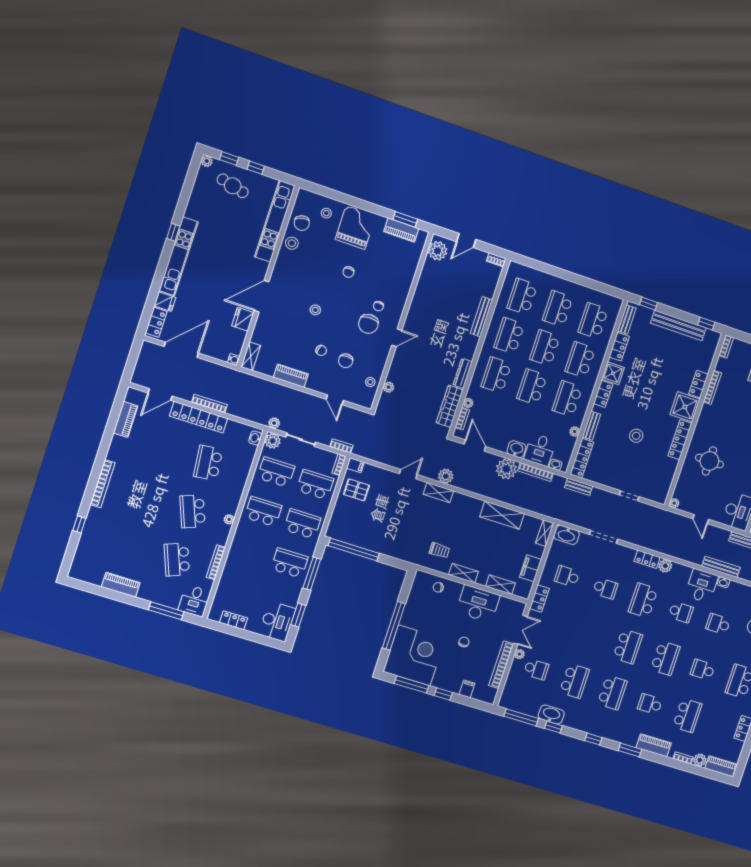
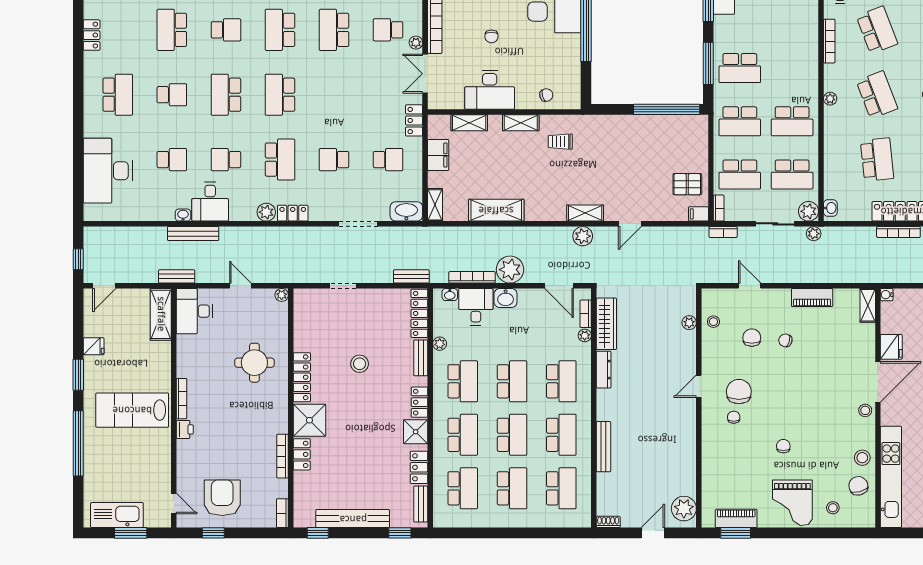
stool: (315, 310) -> (865, 410), moved

